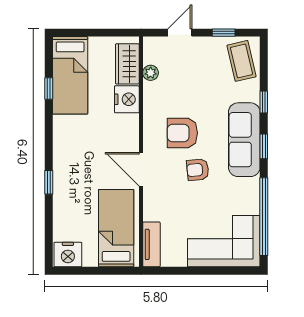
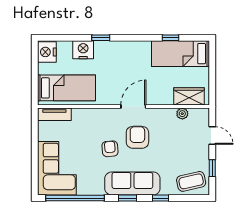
nightstand: (127, 99) -> (83, 50), moved, turned 180
door: (141, 169) -> (133, 106), moved

